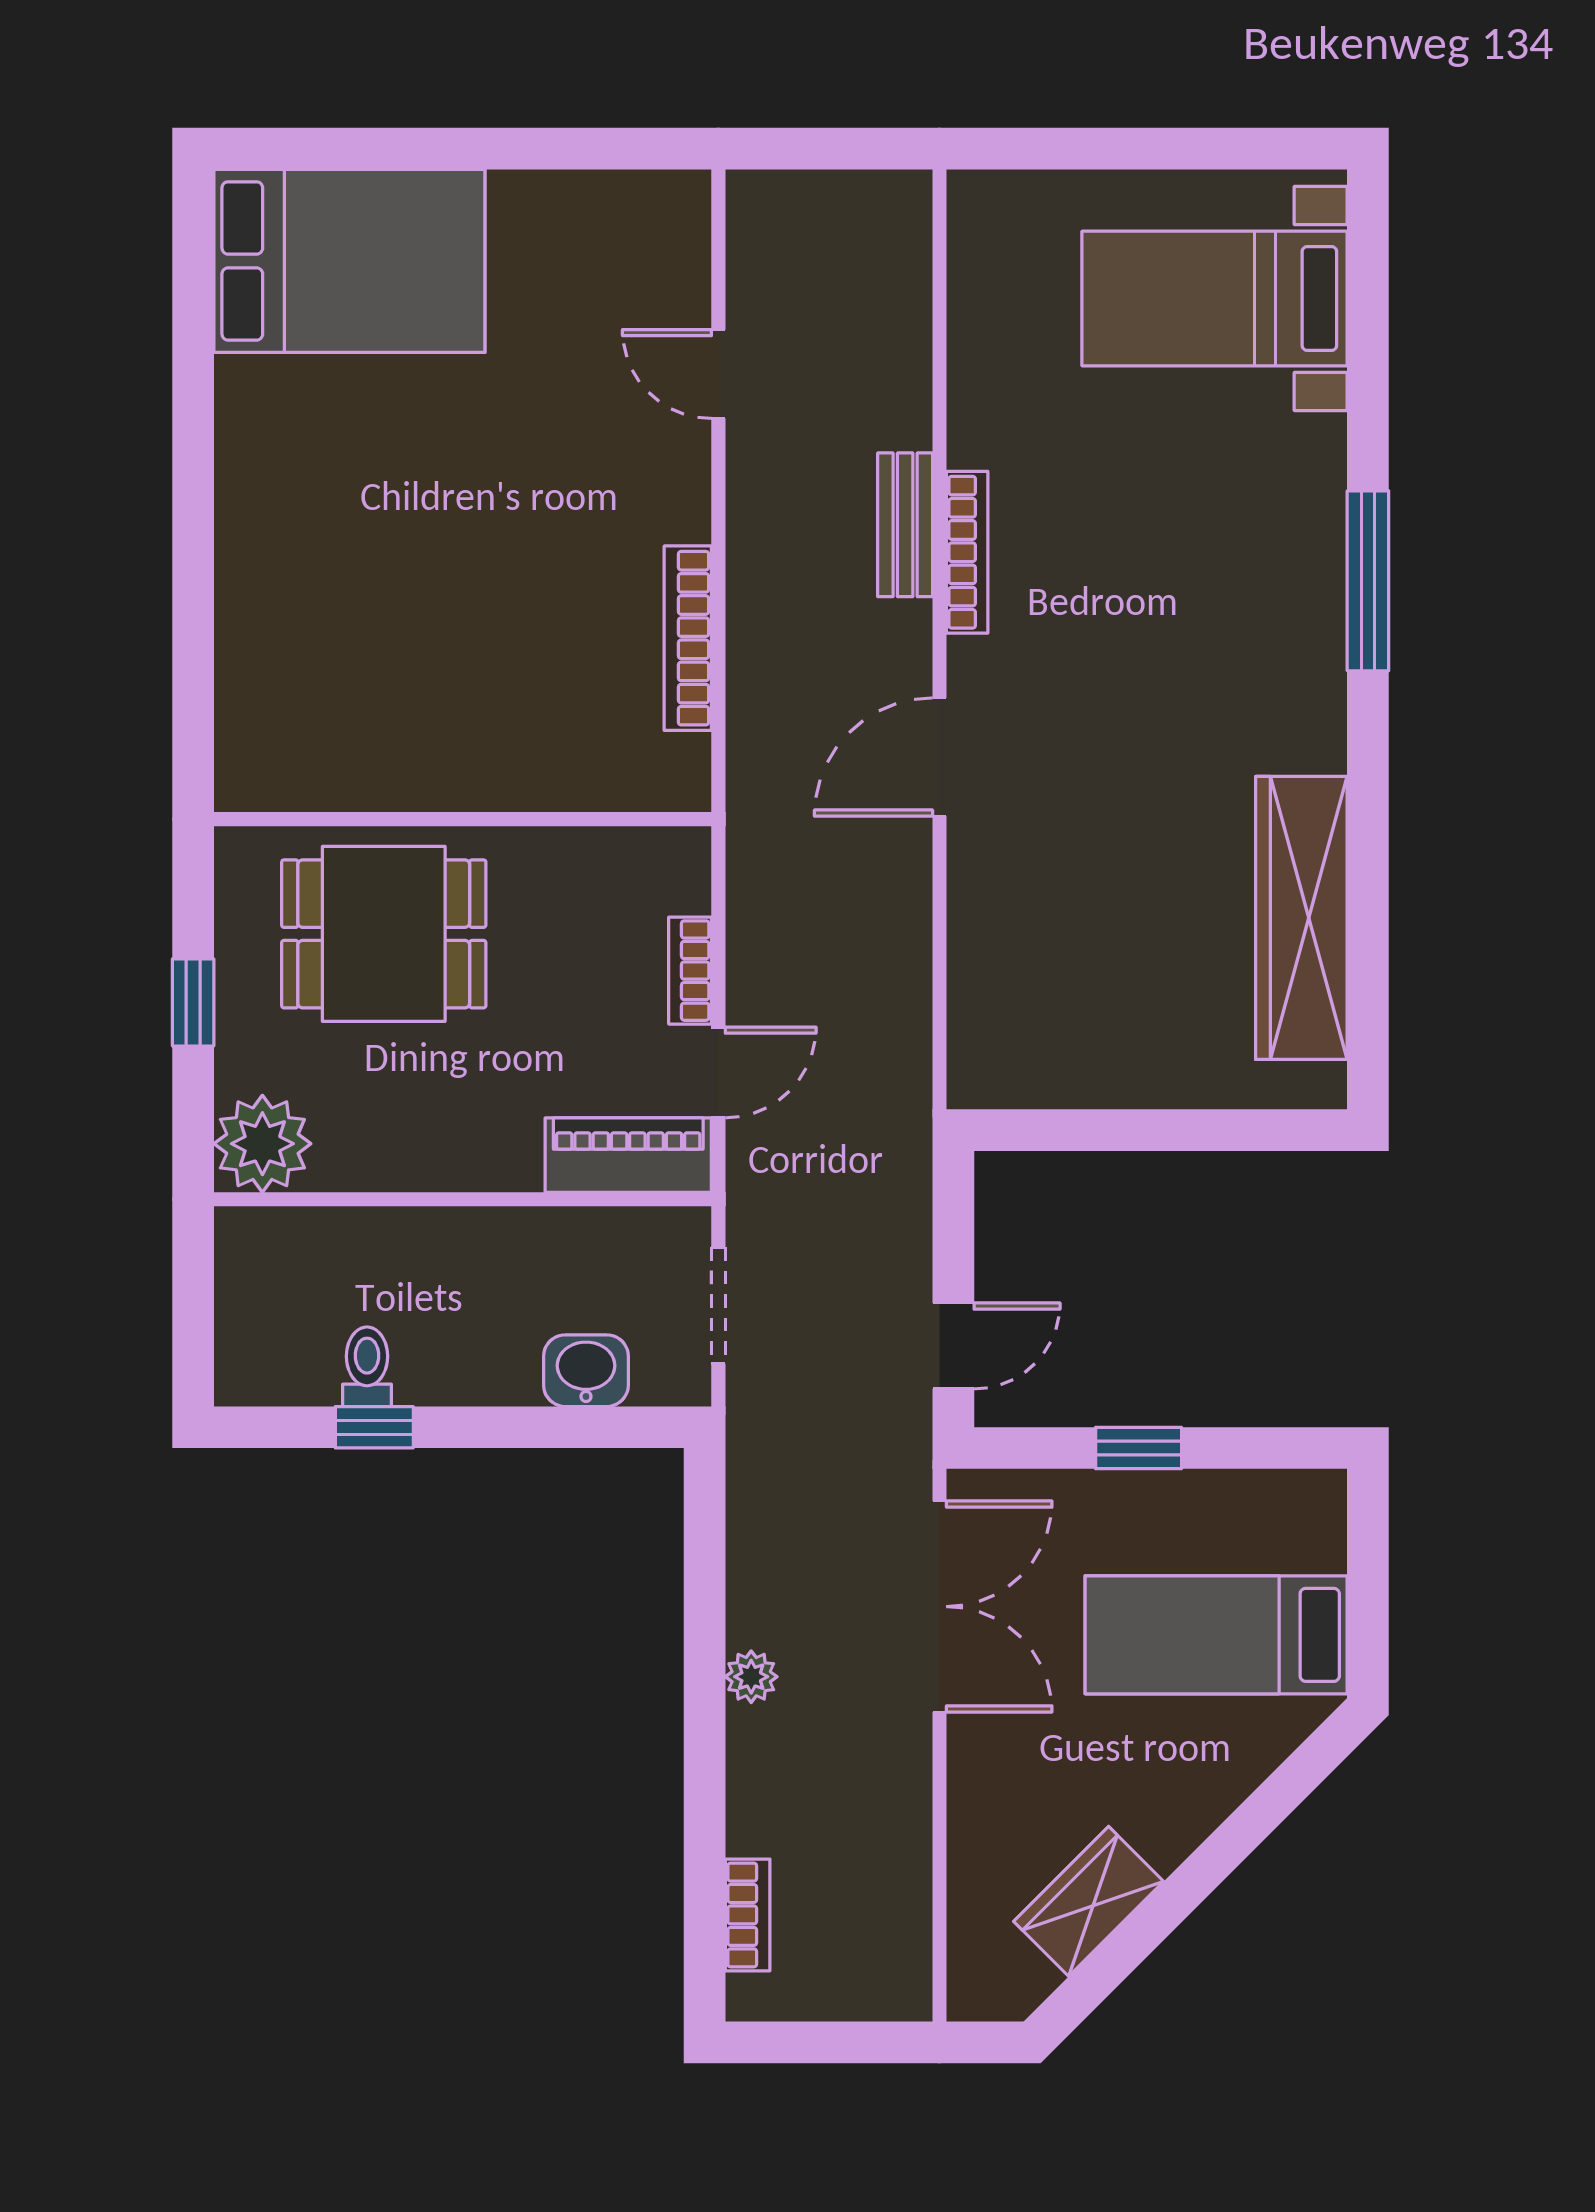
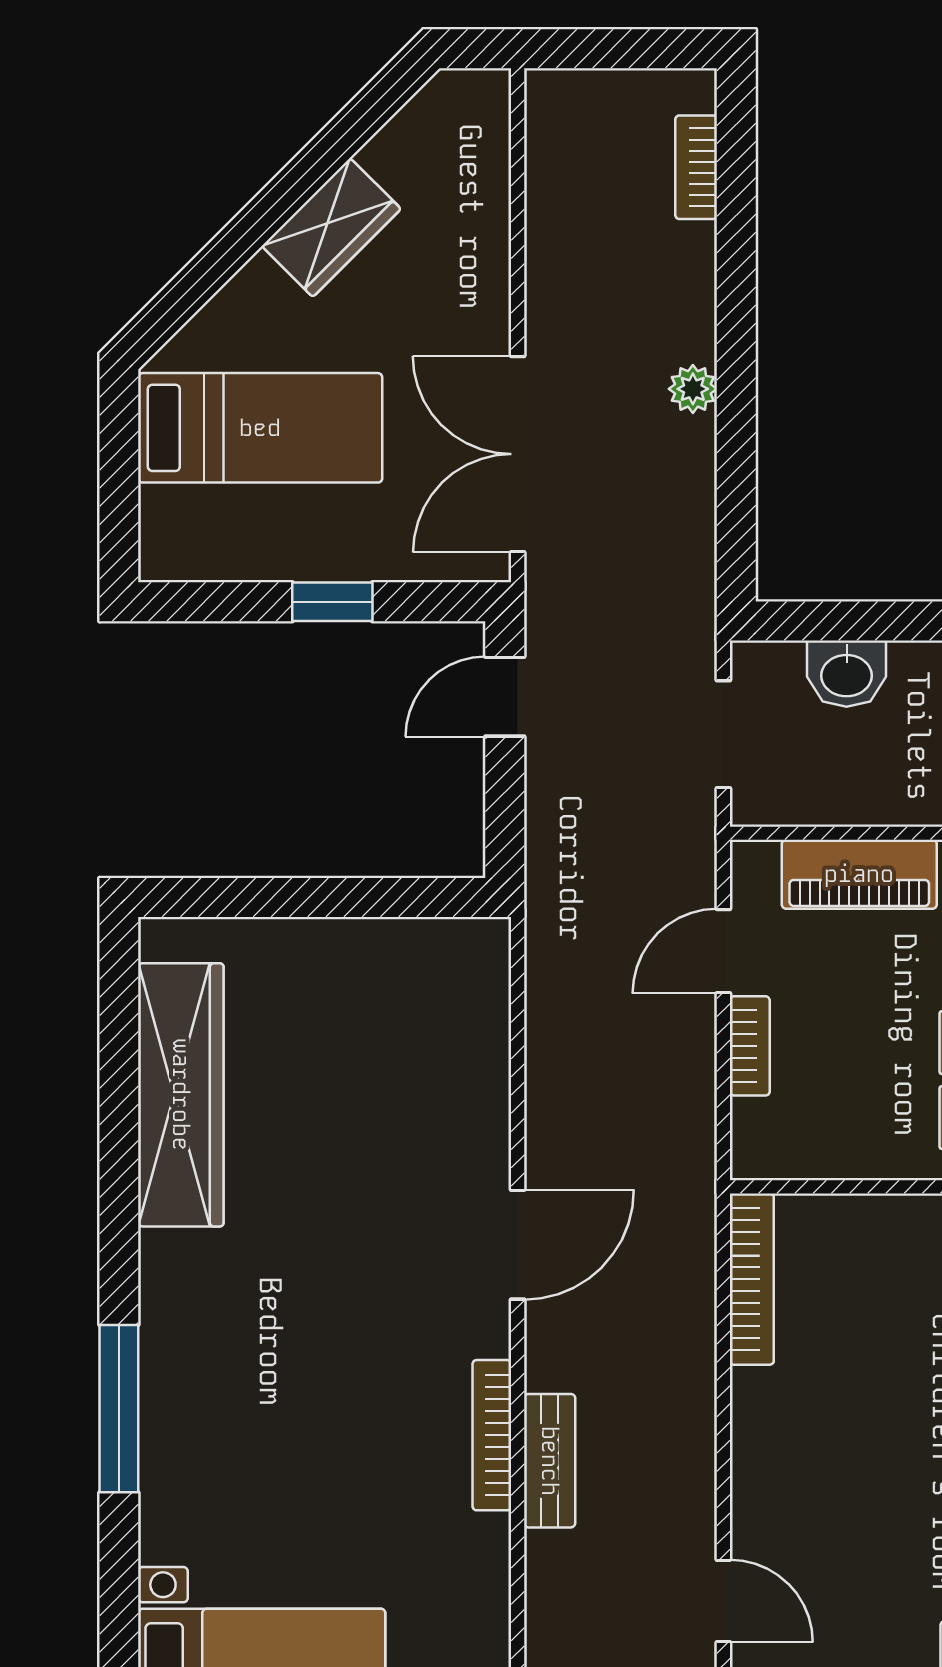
bookcase: (688, 638) -> (752, 1279), moved
piano: (628, 1155) -> (859, 874), moved
wardrobe: (1089, 1901) -> (331, 227), moved

